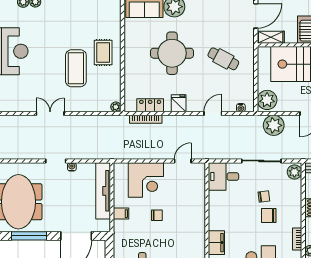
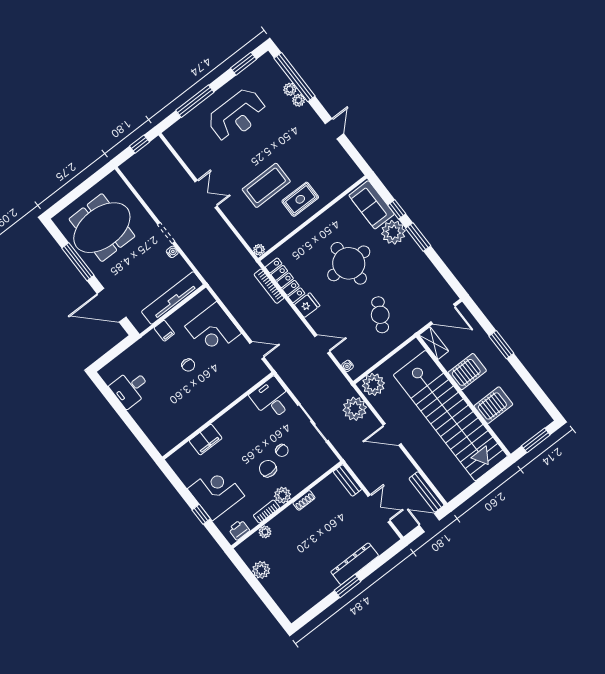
locker: (150, 105) -> (285, 280), width x1.53
plant: (294, 172) -> (283, 495), moved

